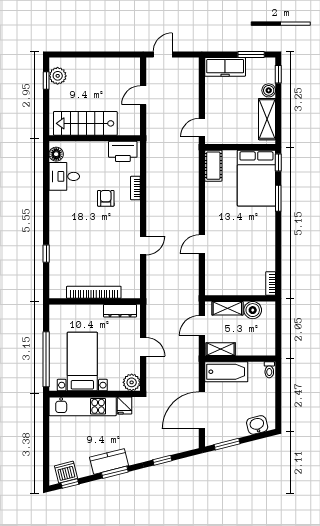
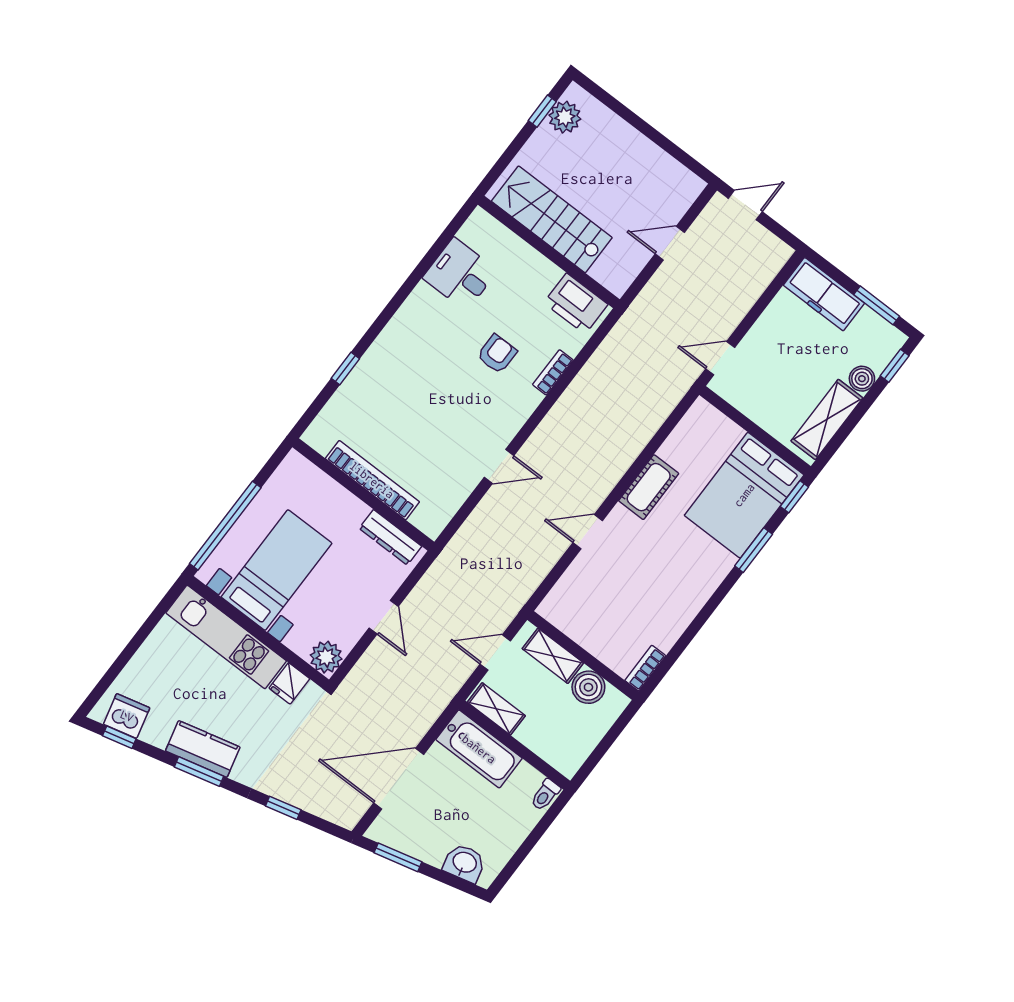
floor lamp: (56, 154) -> (473, 232), removed
cot: (213, 166) -> (649, 487), moved

